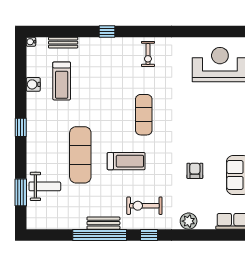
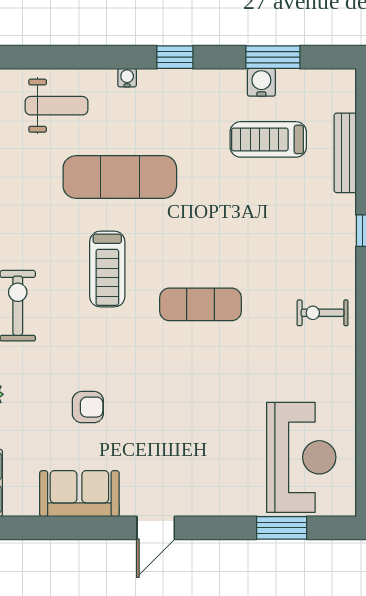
water cooler: (31, 42) -> (127, 78), moved
bench: (63, 43) -> (345, 153), width x1.36
weight bench: (45, 186) -> (57, 106), turned -90
window: (21, 192) -> (273, 57), moved

